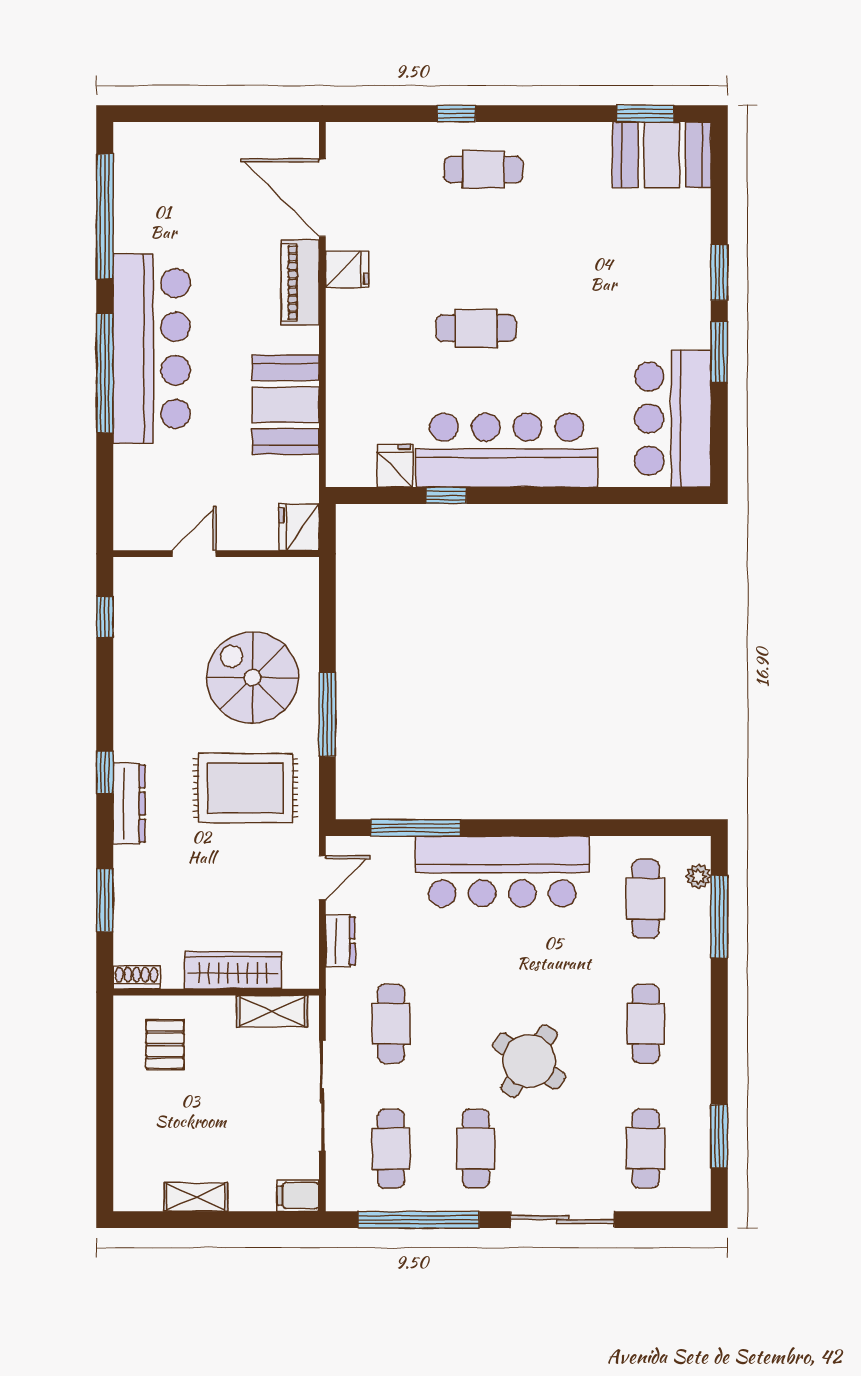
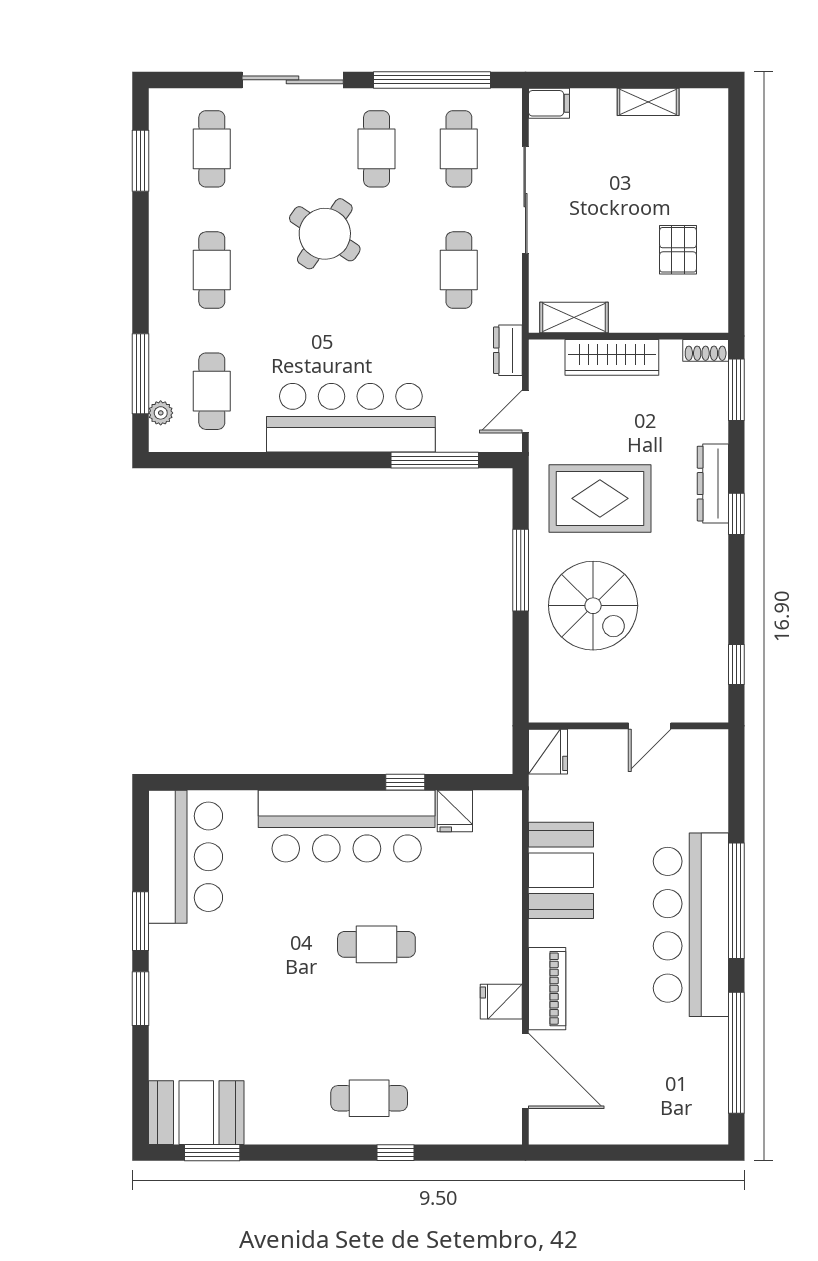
wardrobe: (233, 970) -> (612, 357), moved
shoe rack: (137, 977) -> (706, 350), moved
wall: (216, 992) -> (628, 336), moved
shelving: (272, 1011) -> (574, 317), moved

